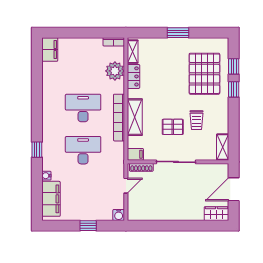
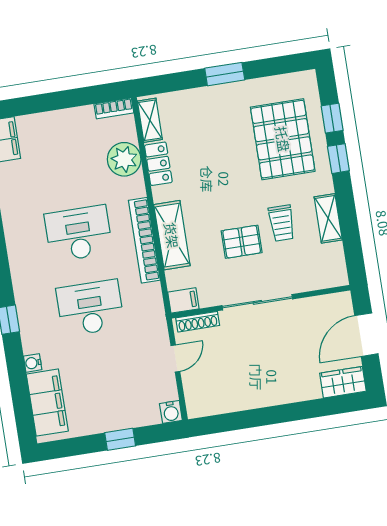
shelving: (223, 147) -> (328, 218), moved

